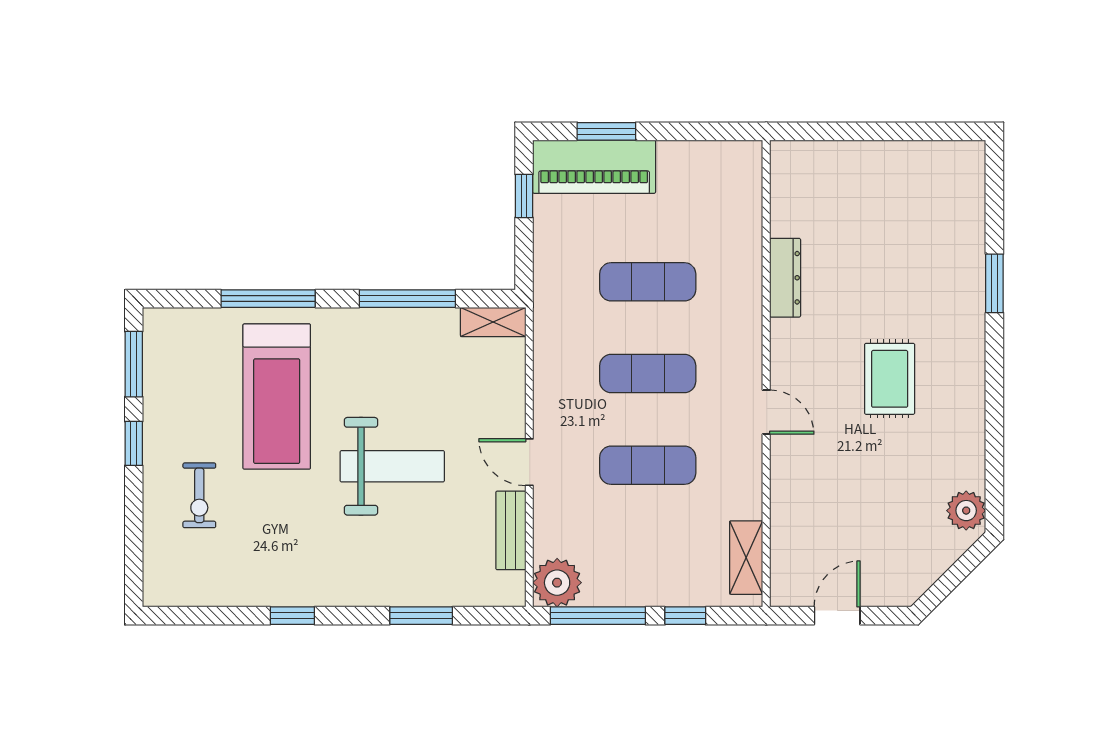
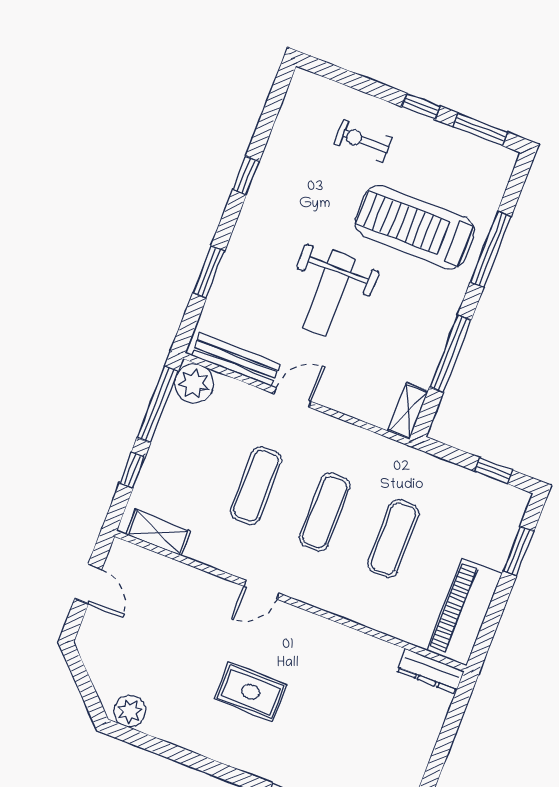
piano: (594, 167) -> (464, 612), moved
dresser: (785, 278) -> (430, 671), moved
bench: (511, 530) -> (236, 360), width x1.36

